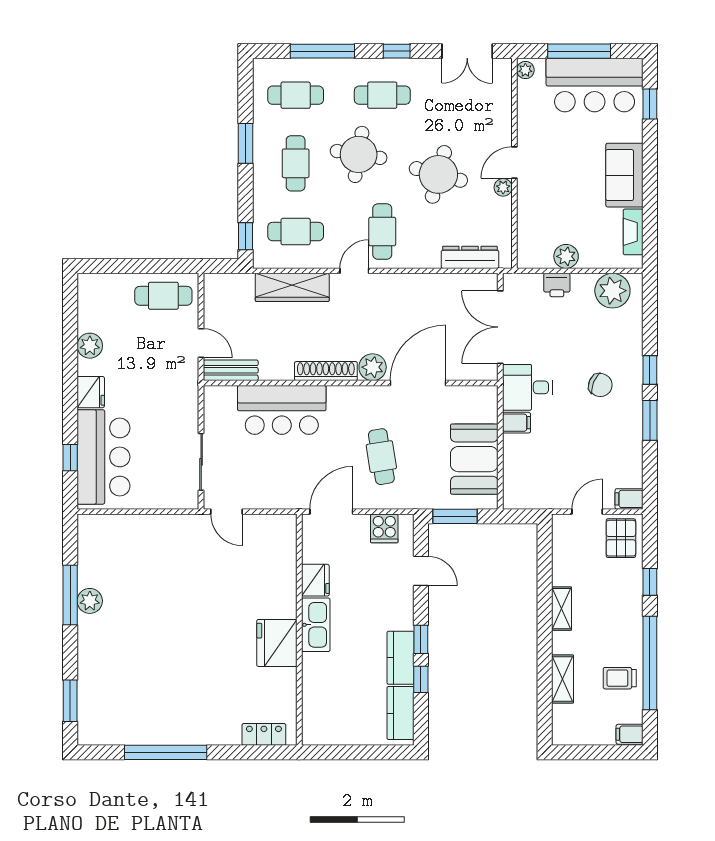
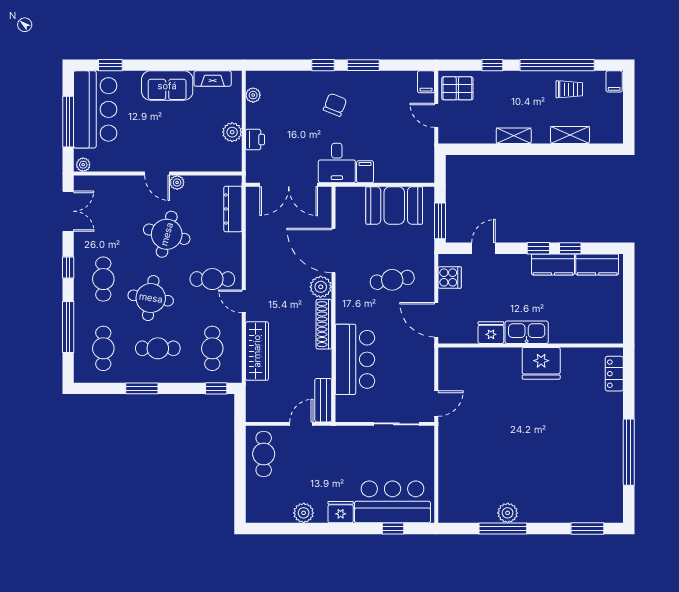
plant: (612, 291) -> (253, 95), width x0.53, depth x0.53
trolley: (620, 678) -> (569, 89), turned -90

